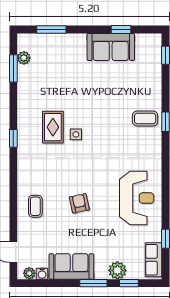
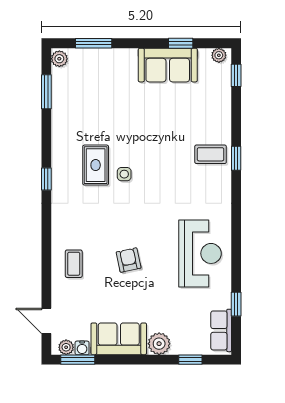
plant: (152, 39) -> (219, 55), added
plant: (24, 58) -> (59, 59), moved
plant: (117, 270) -> (159, 344), moved
window: (93, 283) -> (78, 360), moved

